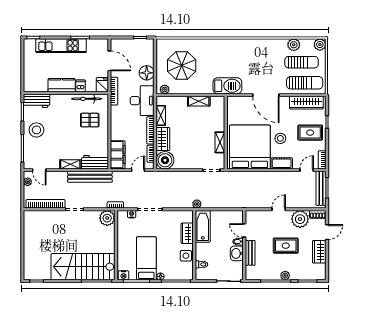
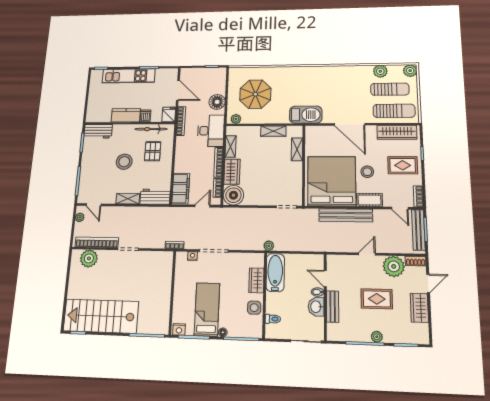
pallet: (90, 120) -> (153, 151), turned 90
stool: (36, 130) -> (124, 162), moved
shelving: (220, 142) -> (297, 149), moved
door: (307, 170) -> (400, 208), swing flipped
bench: (90, 177) -> (346, 215), moved
plant: (107, 218) -> (89, 258), moved
stairs: (83, 267) -> (101, 316), moved

